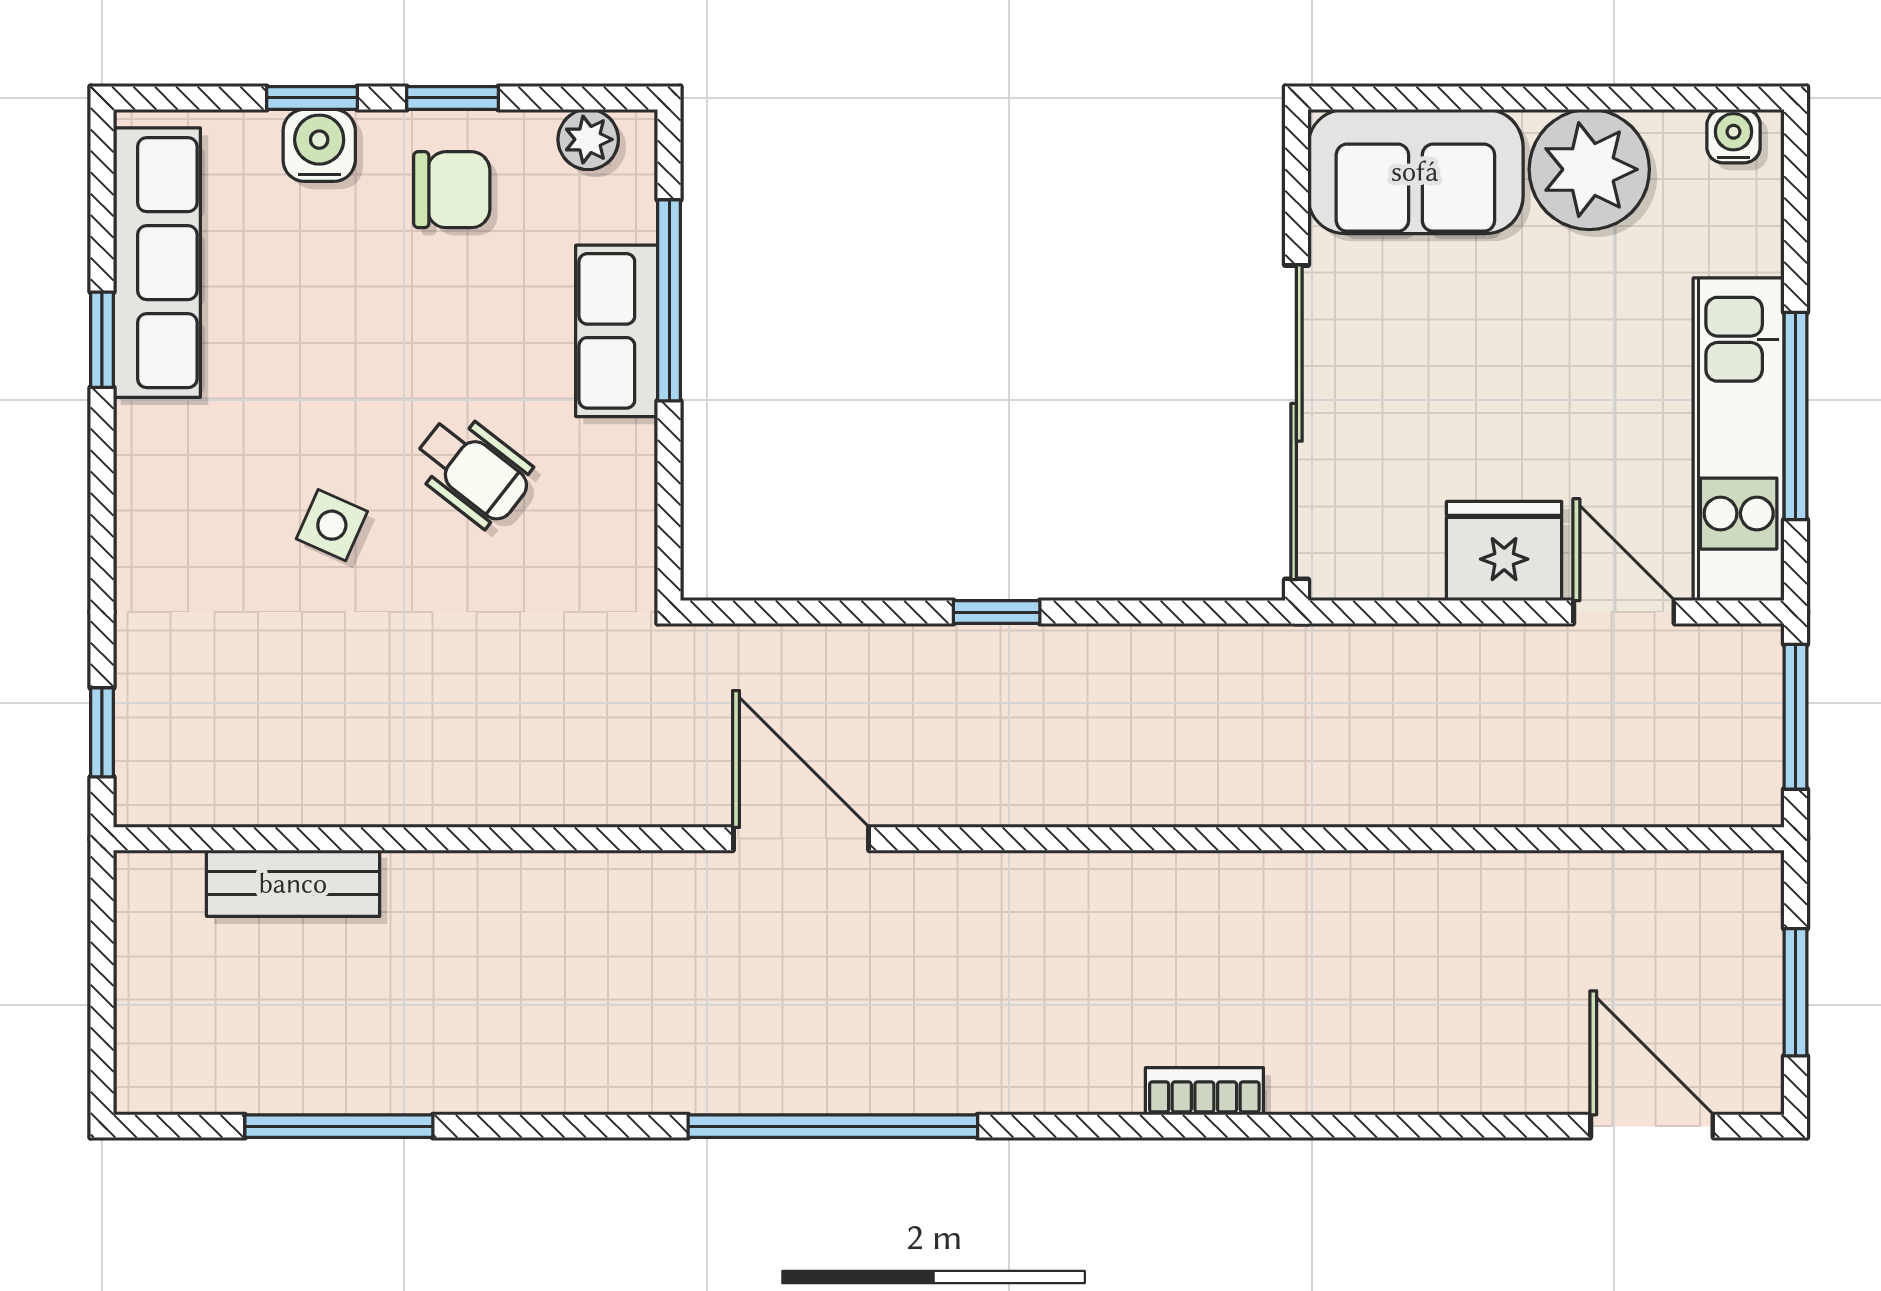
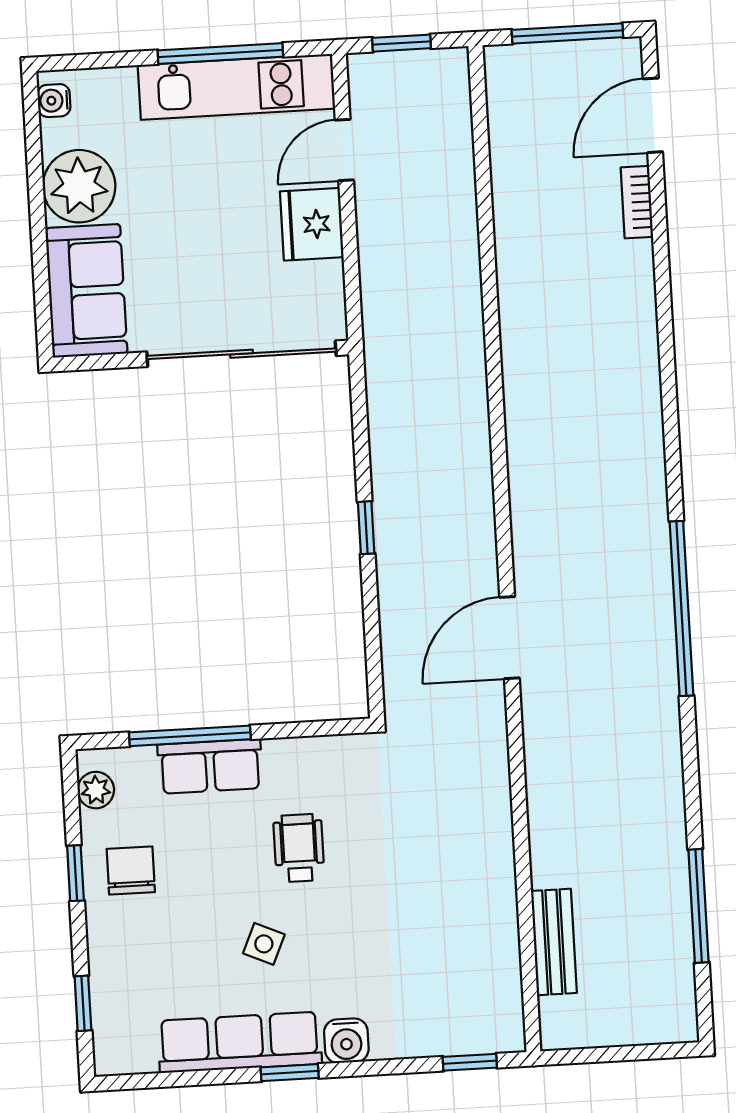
window: (312, 98) -> (83, 1003), moved
water cooler: (319, 145) -> (346, 1041), moved, turned -90
row of seats: (157, 263) -> (240, 1042), moved
window: (102, 340) -> (290, 1073), moved
wheelchair: (473, 470) -> (299, 848), turned -38
side table: (332, 525) -> (264, 944), moved
window: (1795, 717) -> (401, 43), width x0.67
window: (1795, 992) -> (567, 33), width x1.44
bookcase: (1204, 1091) -> (637, 202), moved

